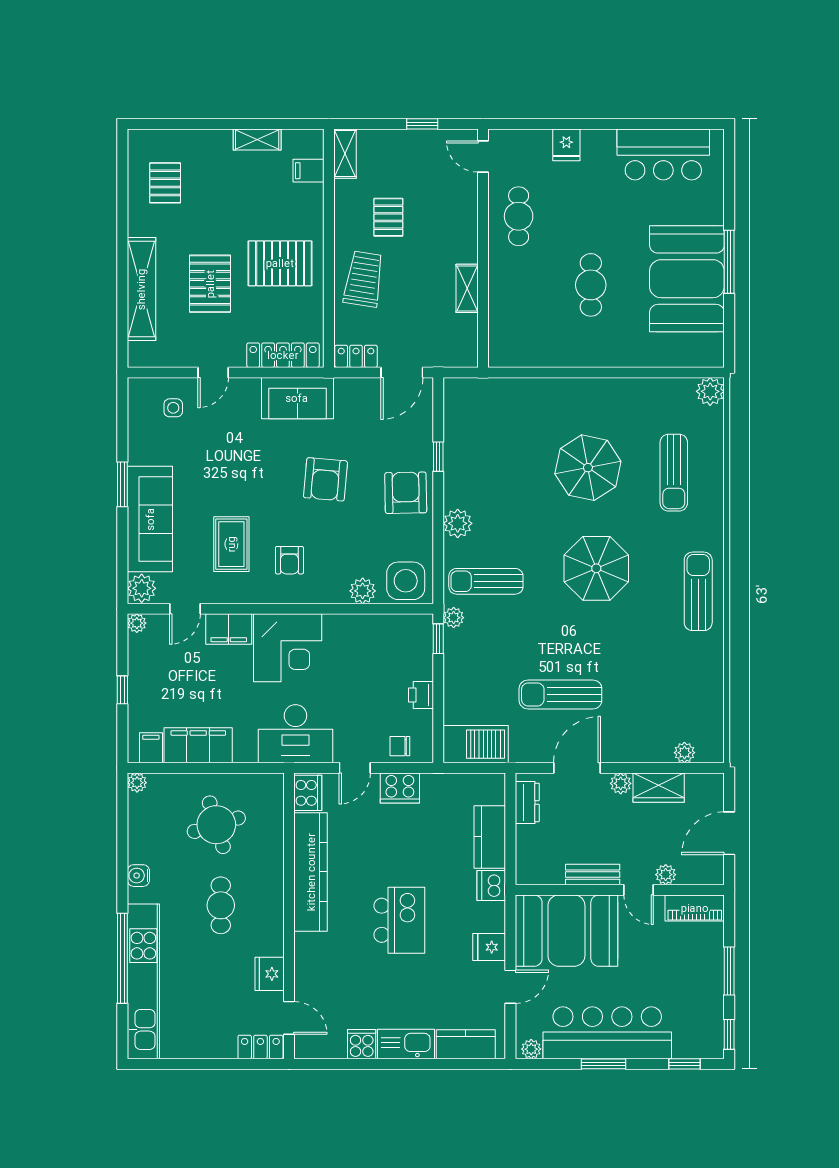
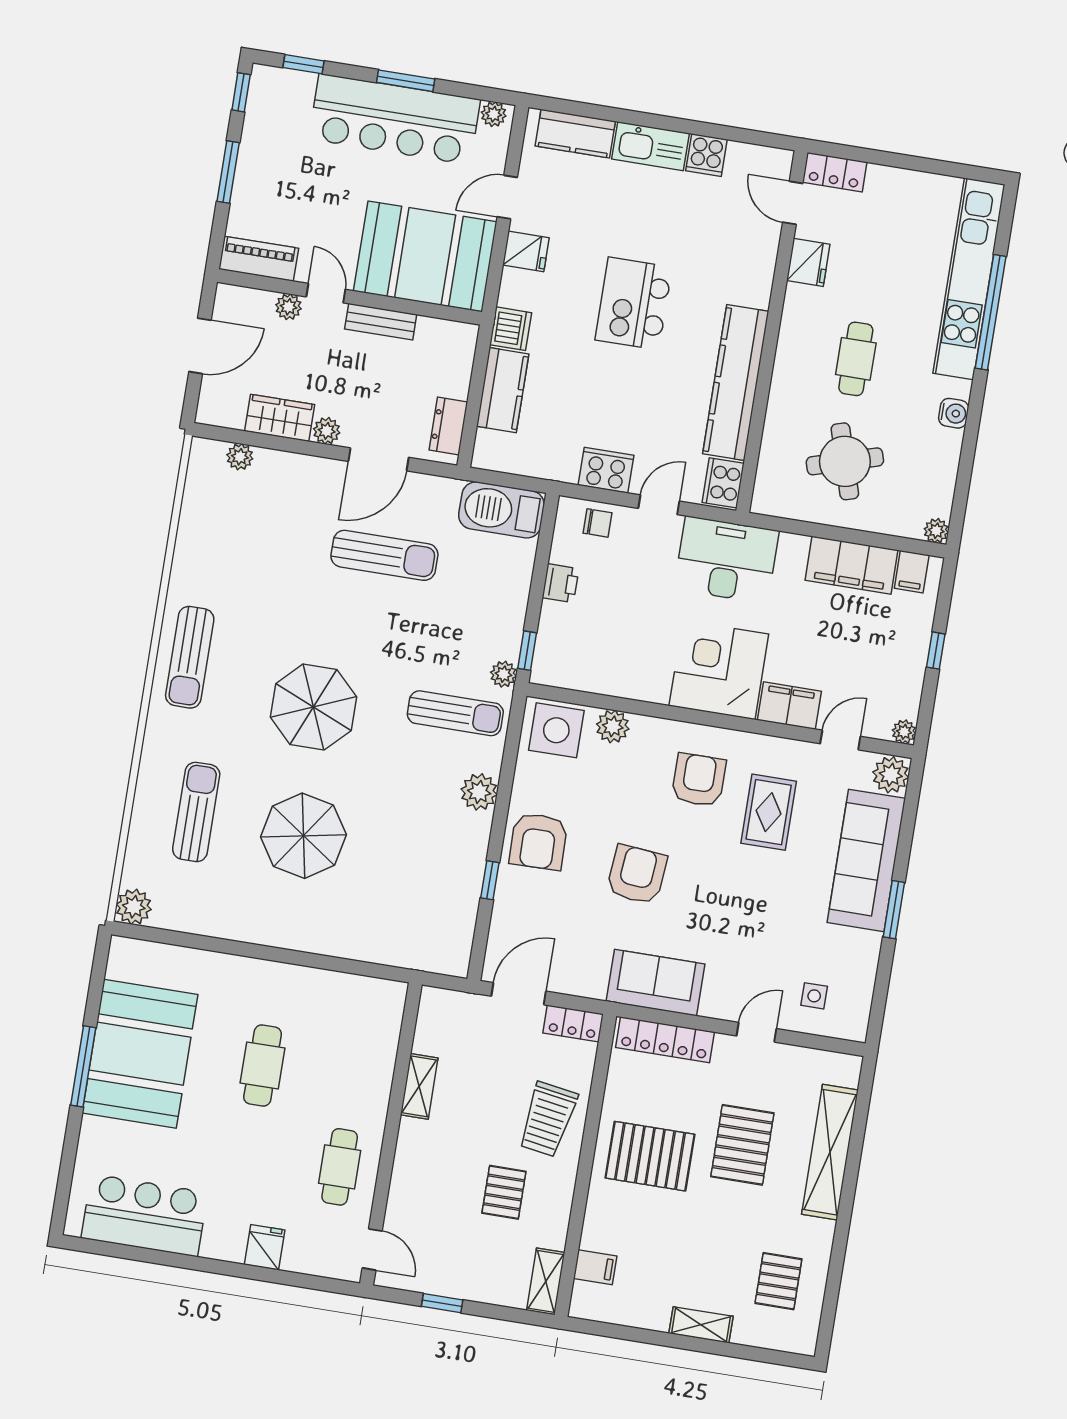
shelving: (257, 139) -> (701, 1325), moved
armchair: (289, 560) -> (699, 780), width x1.38, depth x1.38

